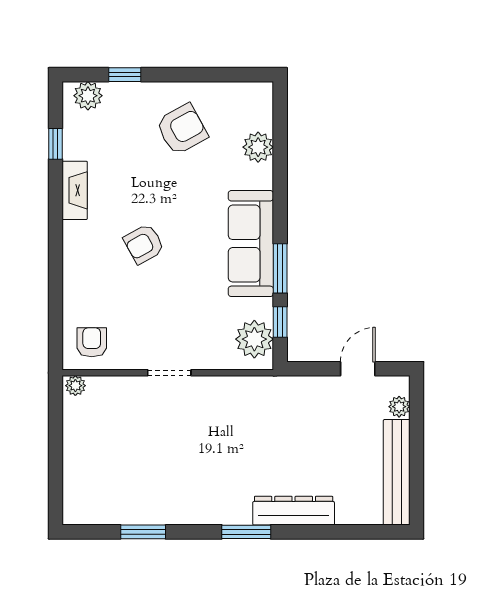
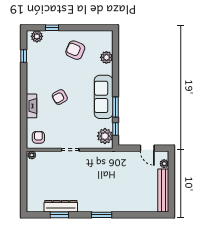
armchair: (182, 129) -> (75, 50), turned -128
fireplace: (75, 190) -> (31, 106), moved
door: (358, 369) -> (147, 148), swing flipped
dresser: (294, 511) -> (61, 206), moved

